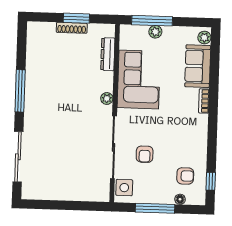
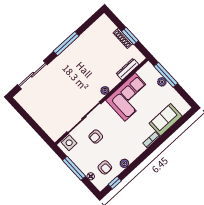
plant: (204, 37) -> (124, 163), moved

